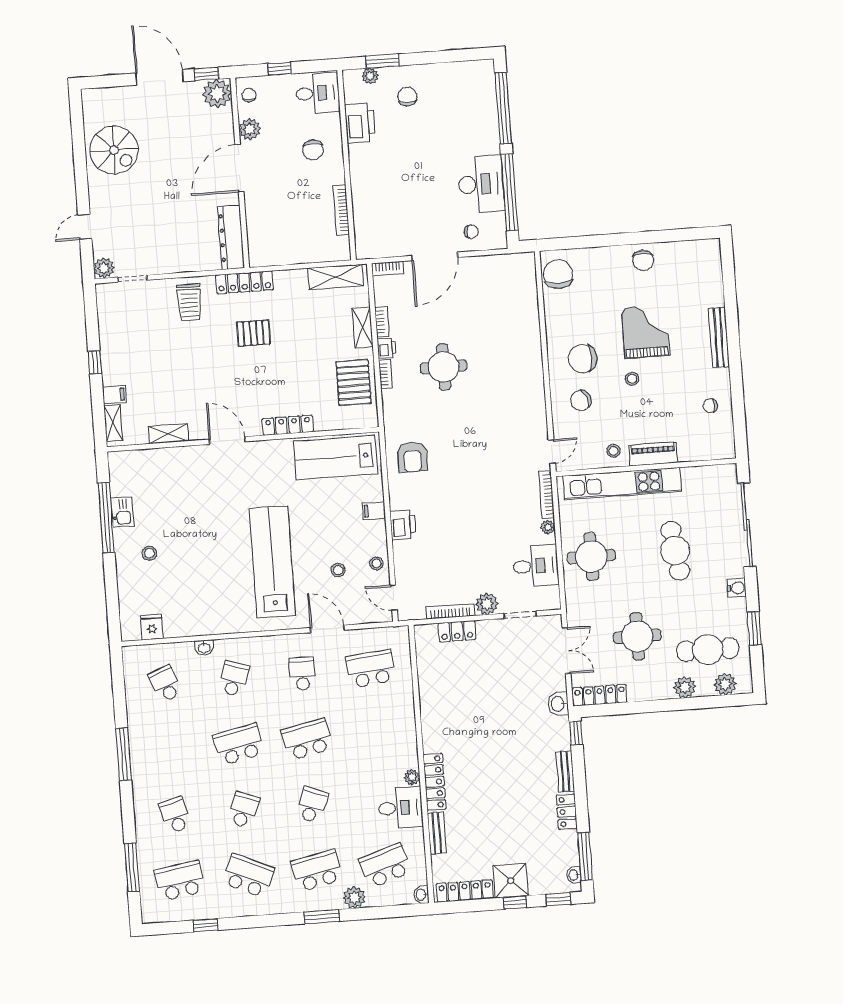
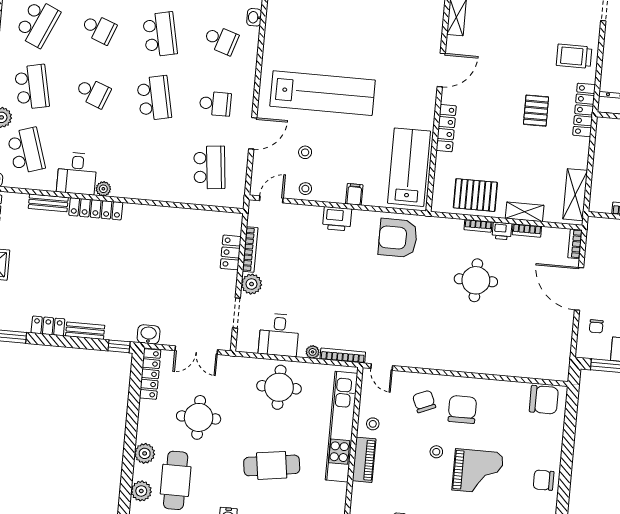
armchair: (412, 457) -> (398, 238), width x1.36, depth x1.36

